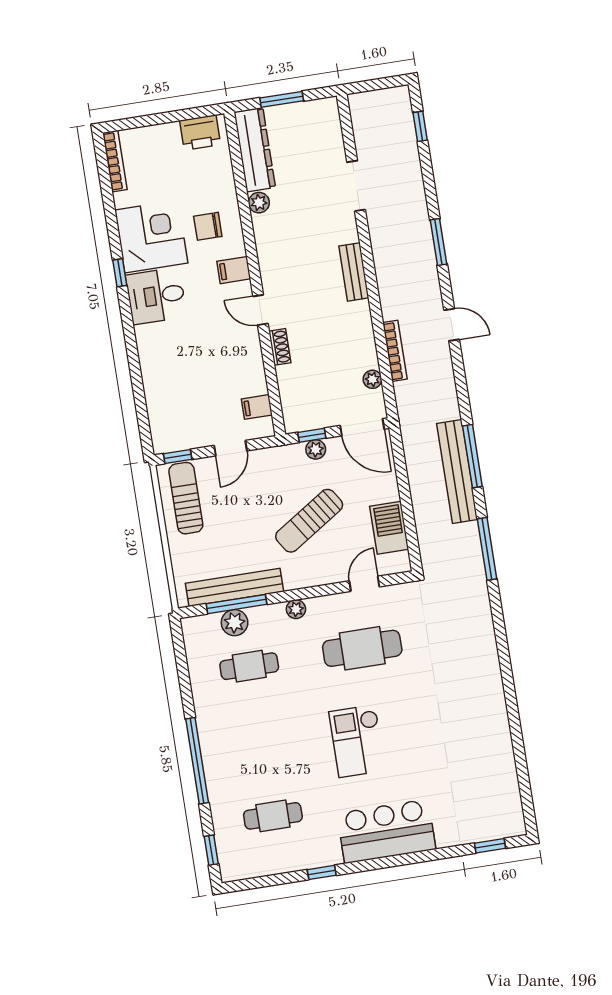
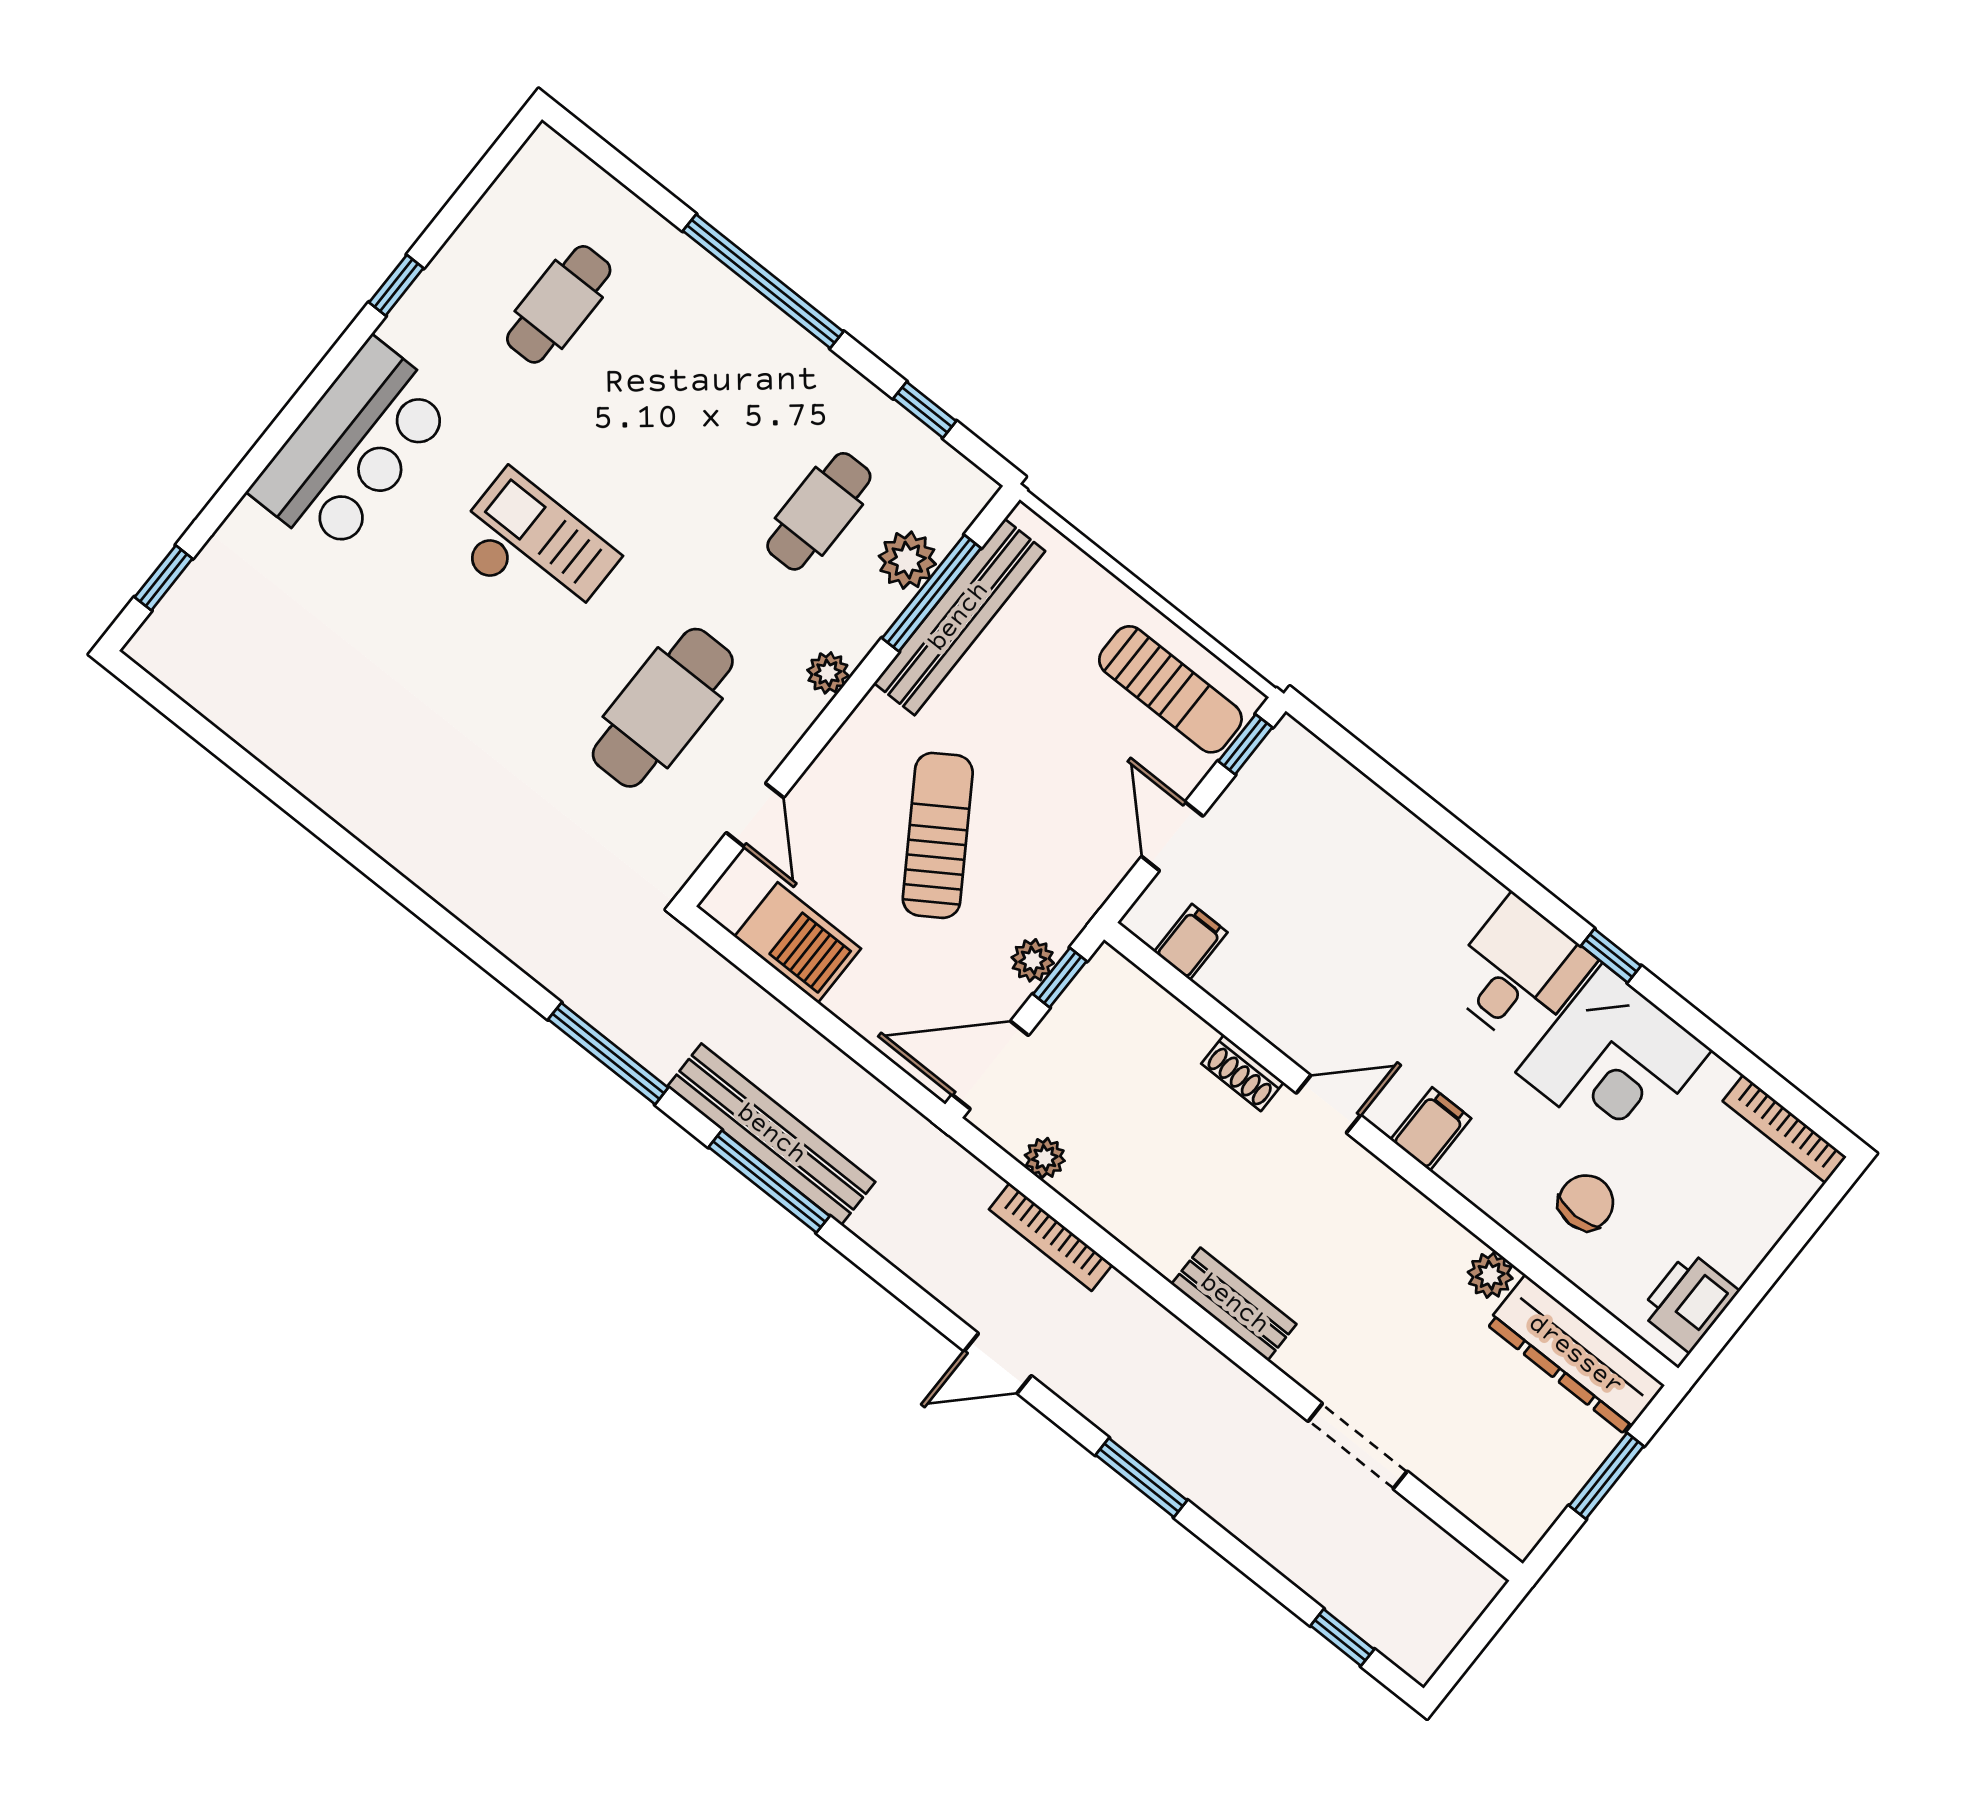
chair: (208, 226) -> (1586, 1202), moved
window: (211, 850) -> (925, 410), moved

